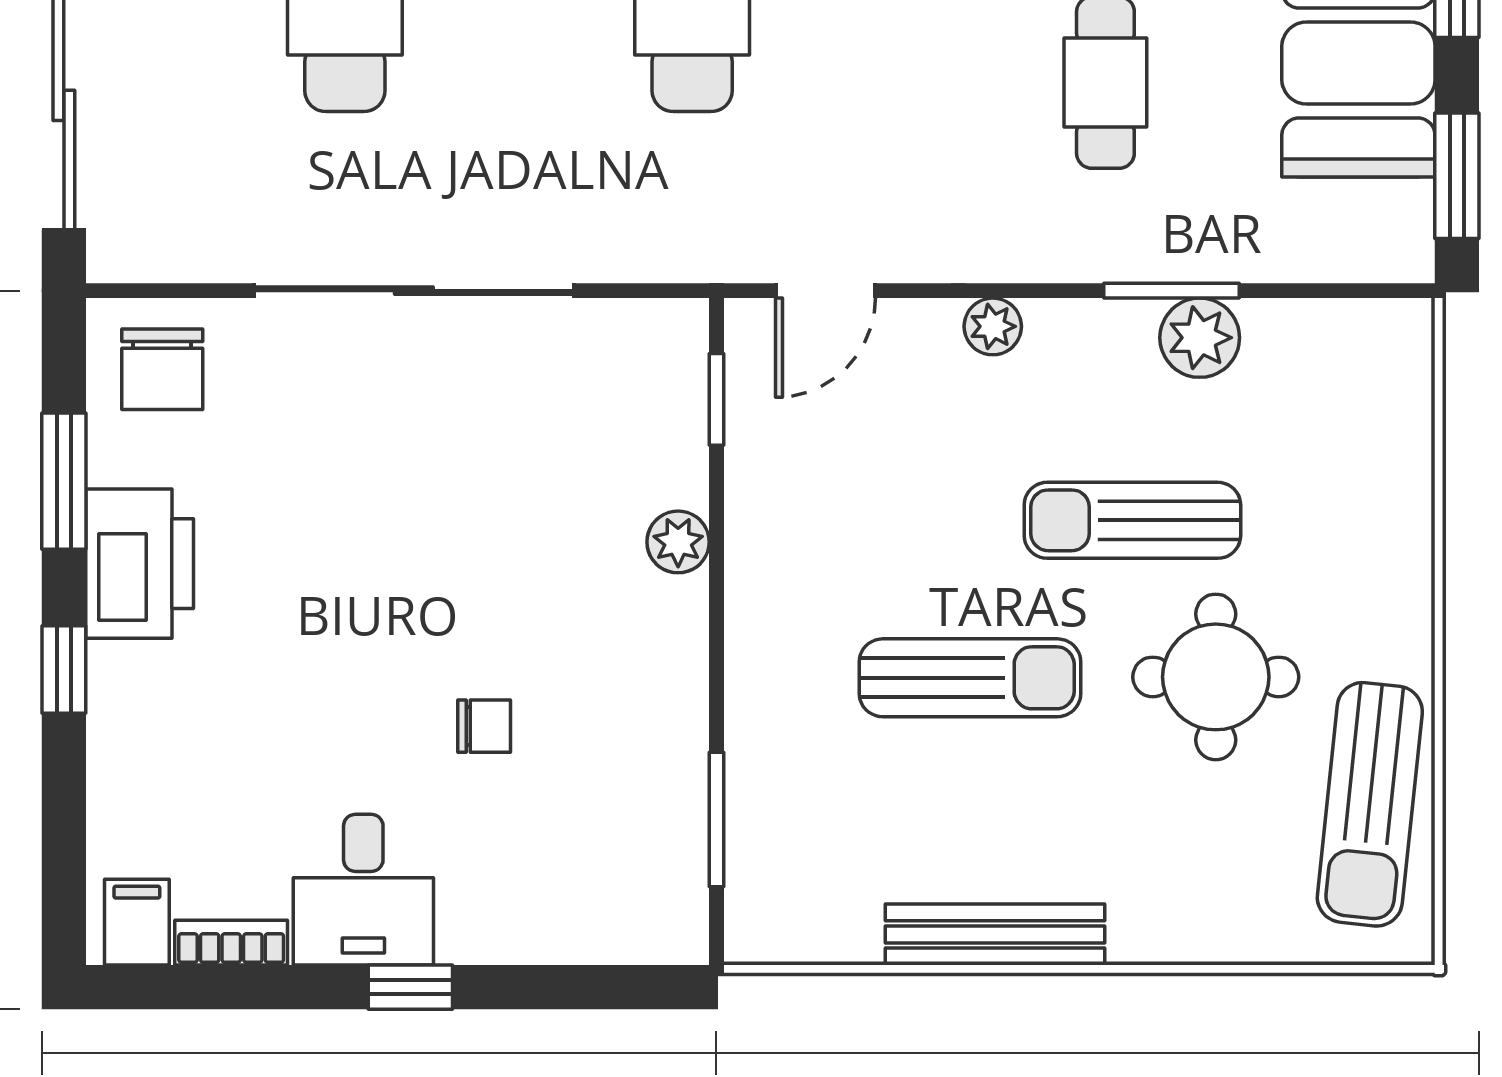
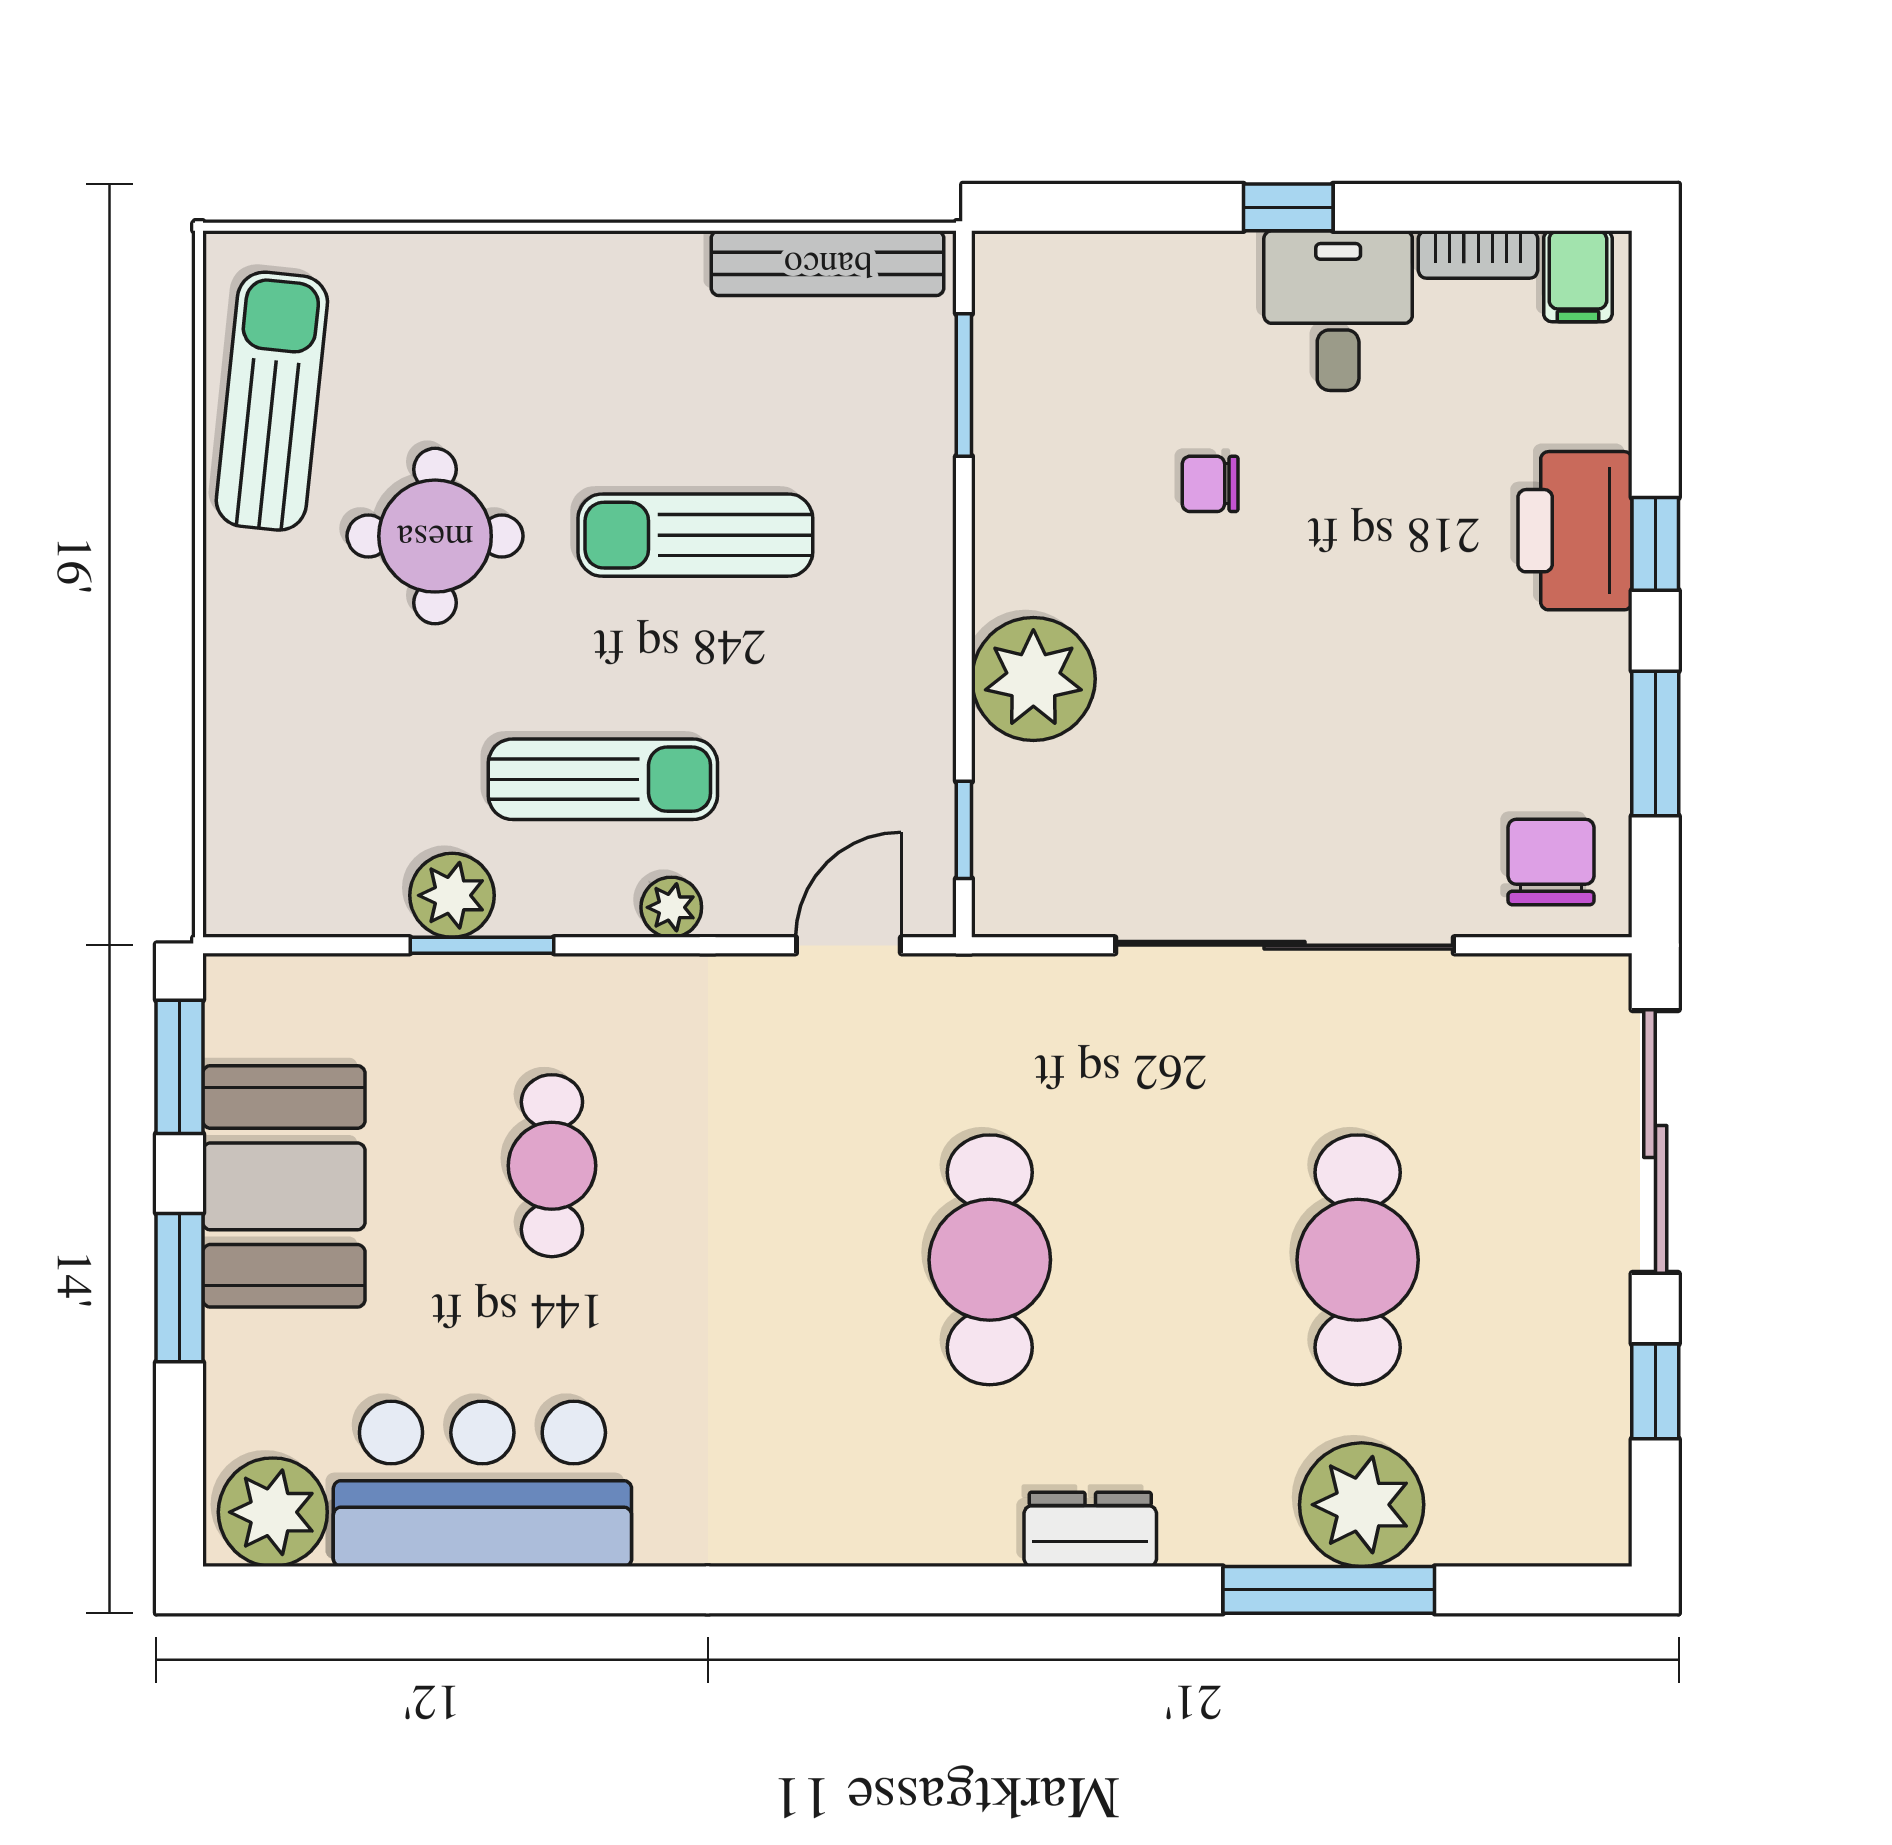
sun lounger: (1132, 520) -> (603, 779), moved
plant: (678, 542) -> (1033, 679), width x1.88, depth x1.88
printer: (140, 564) -> (1575, 531), moved
bench: (995, 934) -> (828, 263), moved

